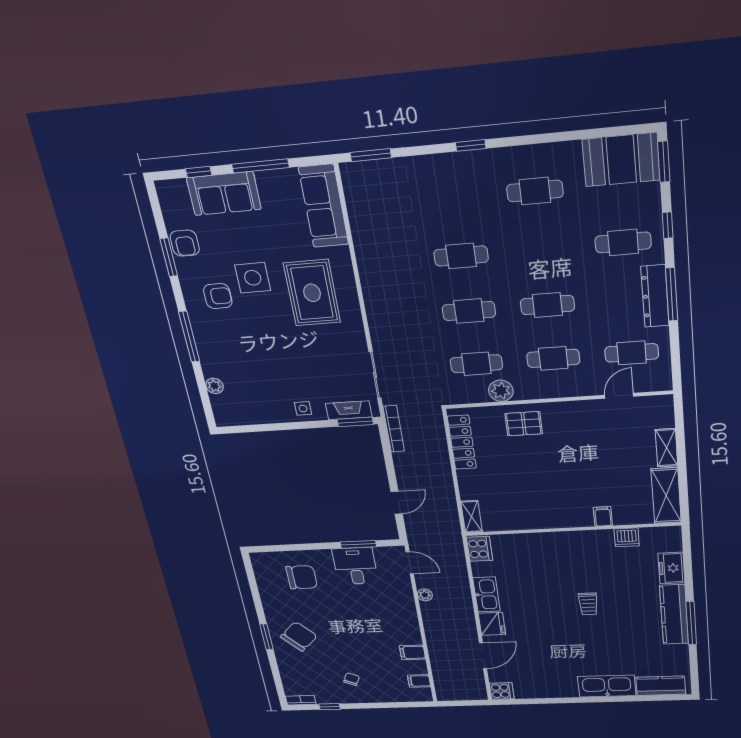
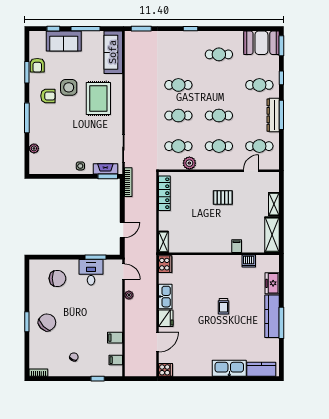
pallet: (524, 424) -> (223, 198), moved
window: (330, 707) -> (98, 379), moved

